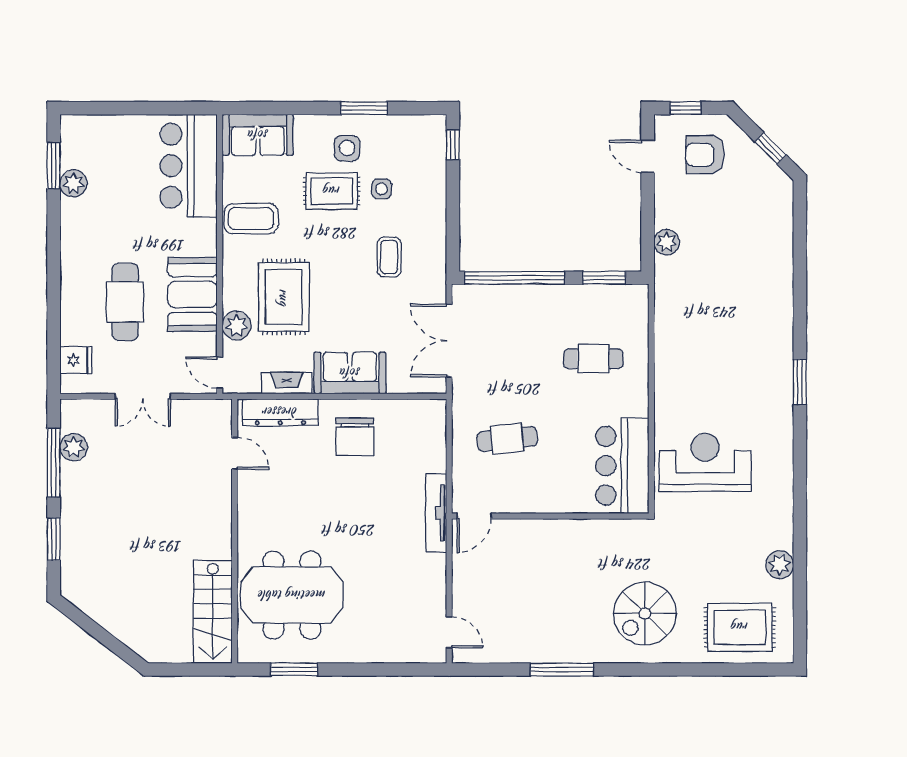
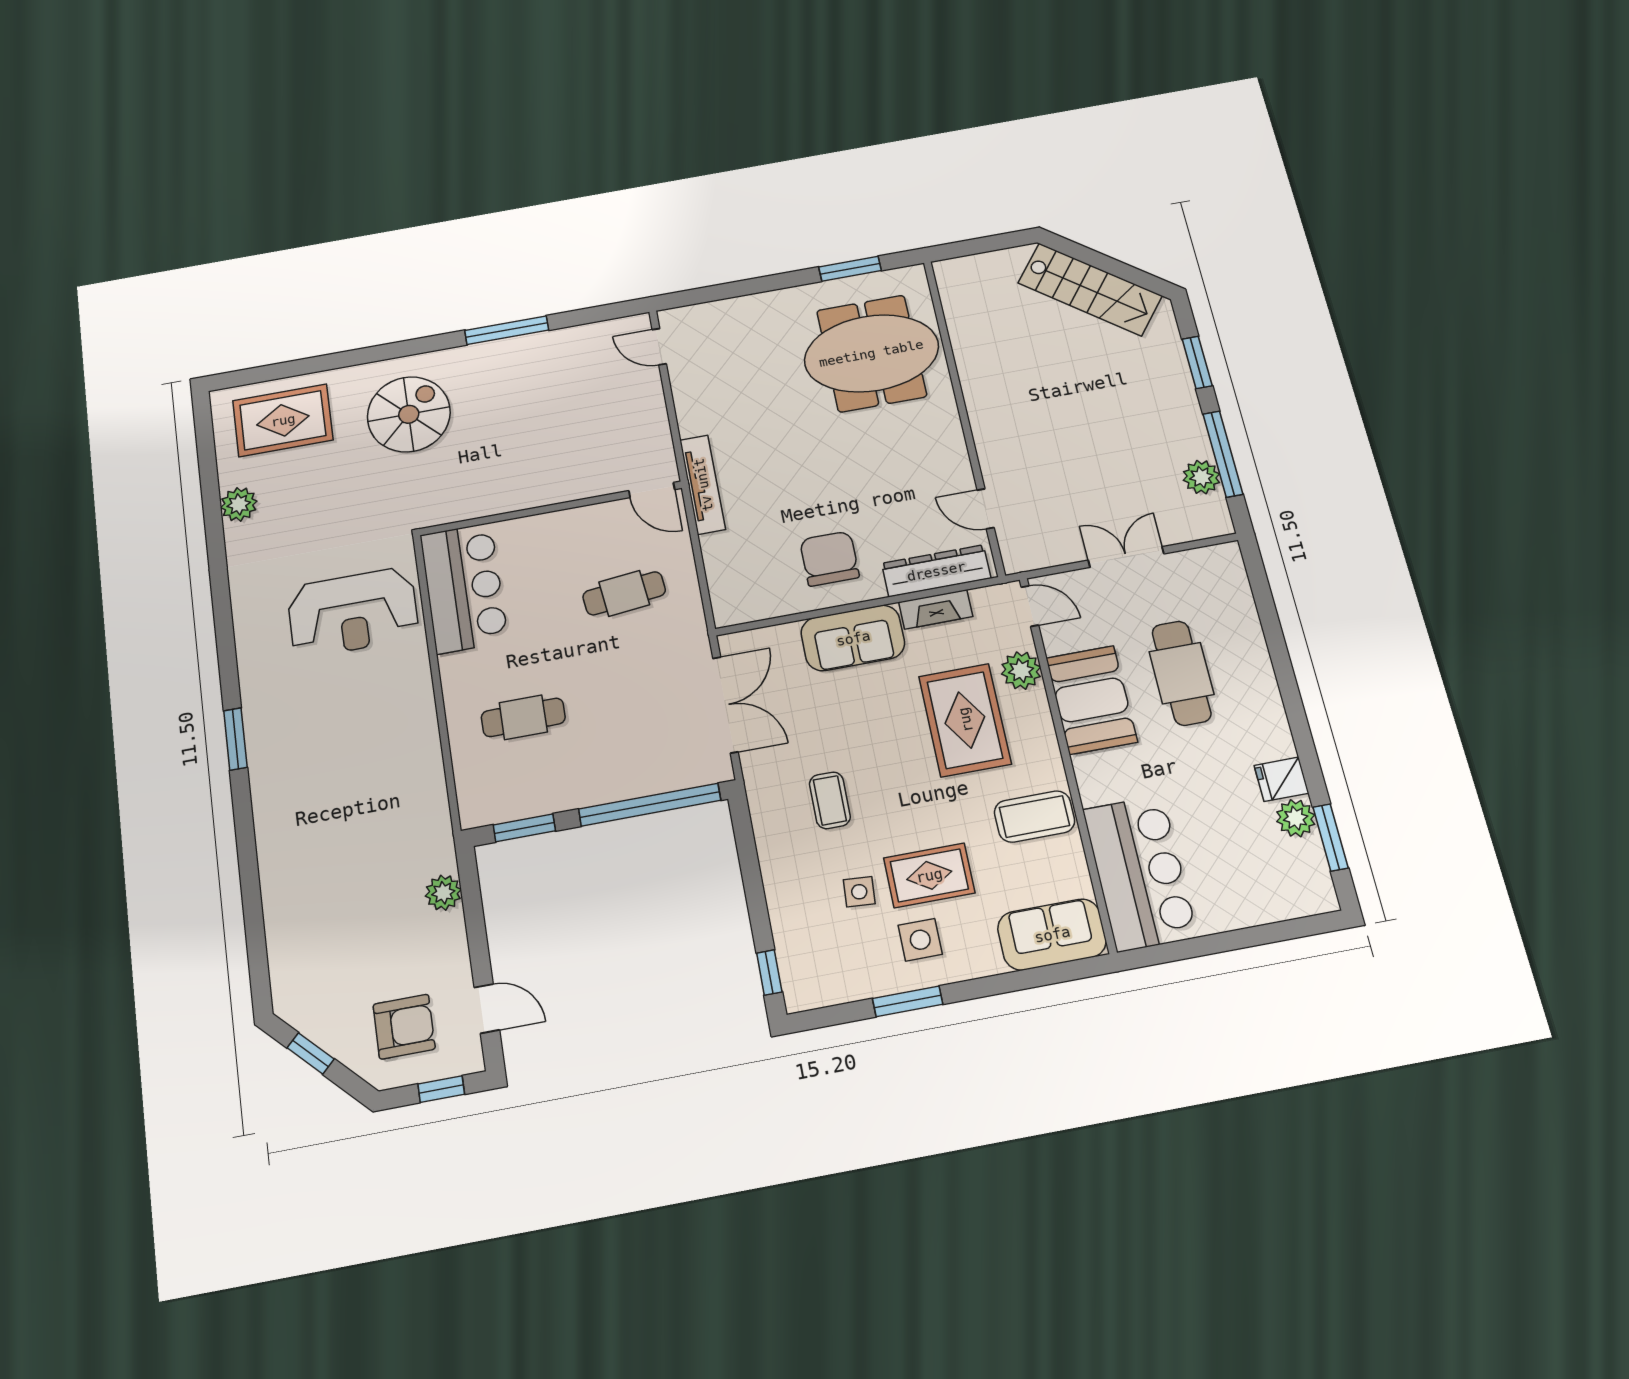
fridge: (76, 360) -> (1281, 779), moved
door: (474, 516) -> (652, 490), swing flipped
stairs: (213, 612) -> (1090, 289), moved, turned 128

